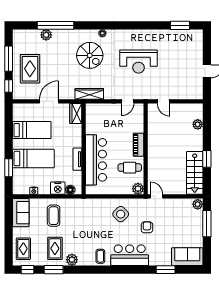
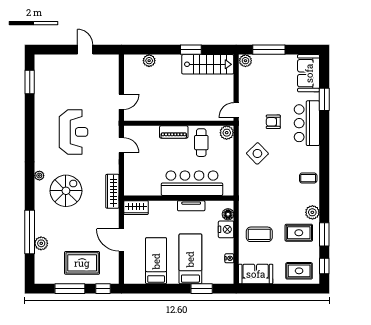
bar counter: (130, 255) -> (307, 123), moved

